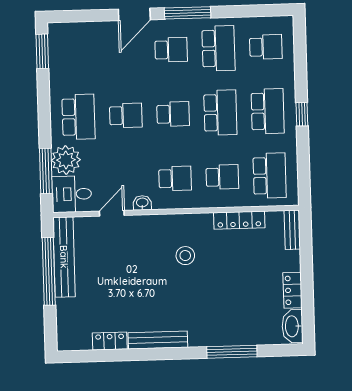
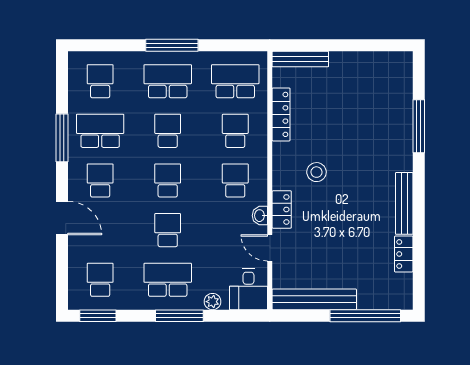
window: (188, 13) -> (62, 138), moved
school desk: (77, 52) -> (100, 280), added
school desk: (220, 113) -> (168, 131), width x0.54
window: (302, 114) -> (172, 45), width x2.17
plant: (66, 160) -> (213, 302), width x0.53, depth x0.53
window: (46, 171) -> (179, 316), moved
bench: (292, 230) -> (300, 59), width x1.36
window: (49, 271) -> (365, 316), moved
locker: (293, 290) -> (282, 209), moved, turned -90
washbasin: (292, 326) -> (394, 62), removed

